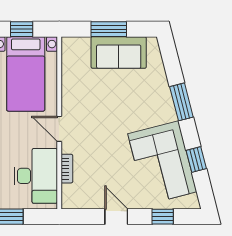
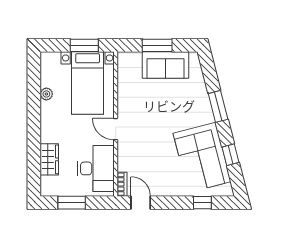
window: (22, 29) -> (84, 45), width x1.50
bookcase: (67, 169) -> (122, 184), moved
door: (116, 217) -> (141, 203), moved

